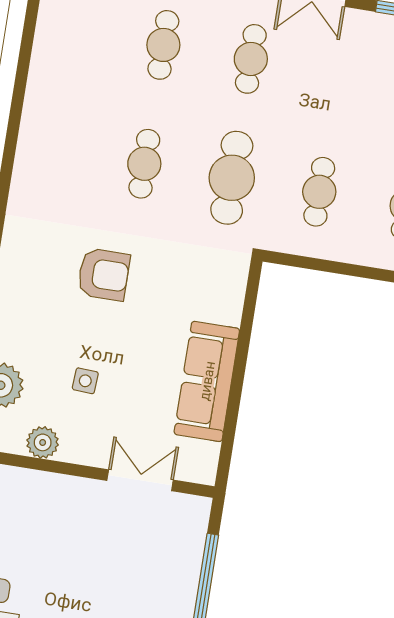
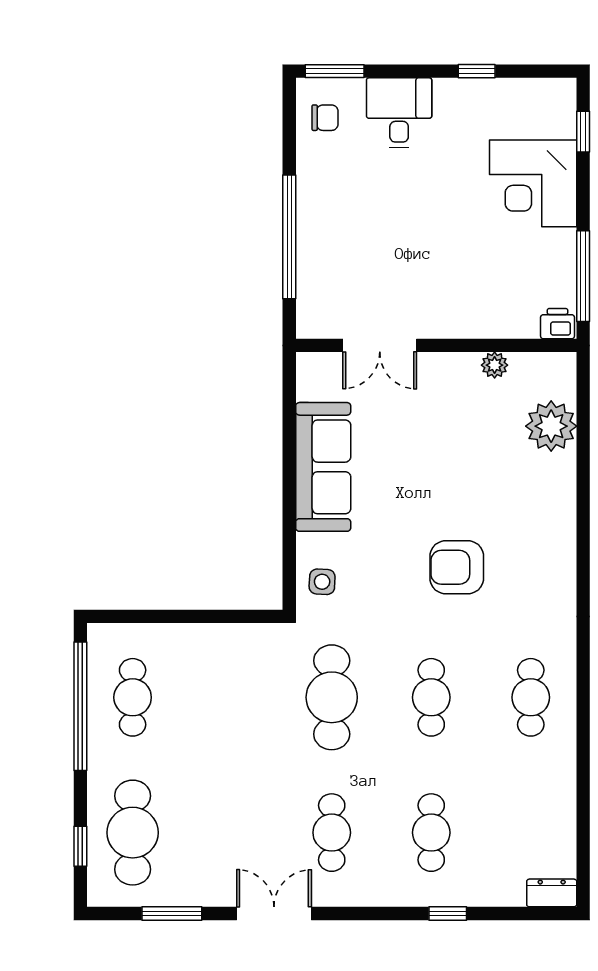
cafe table: (319, 192) -> (531, 697), moved
side table: (85, 381) -> (322, 582), moved
plant: (43, 442) -> (495, 365), width x0.73, depth x0.73

